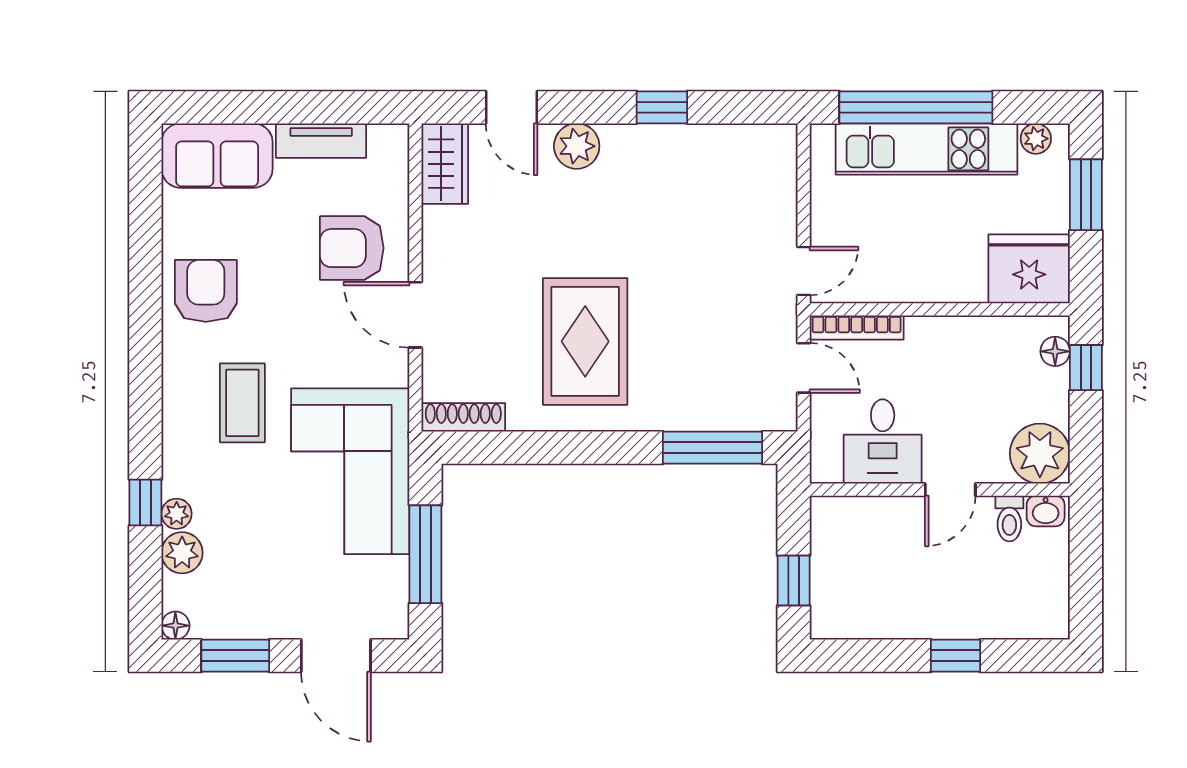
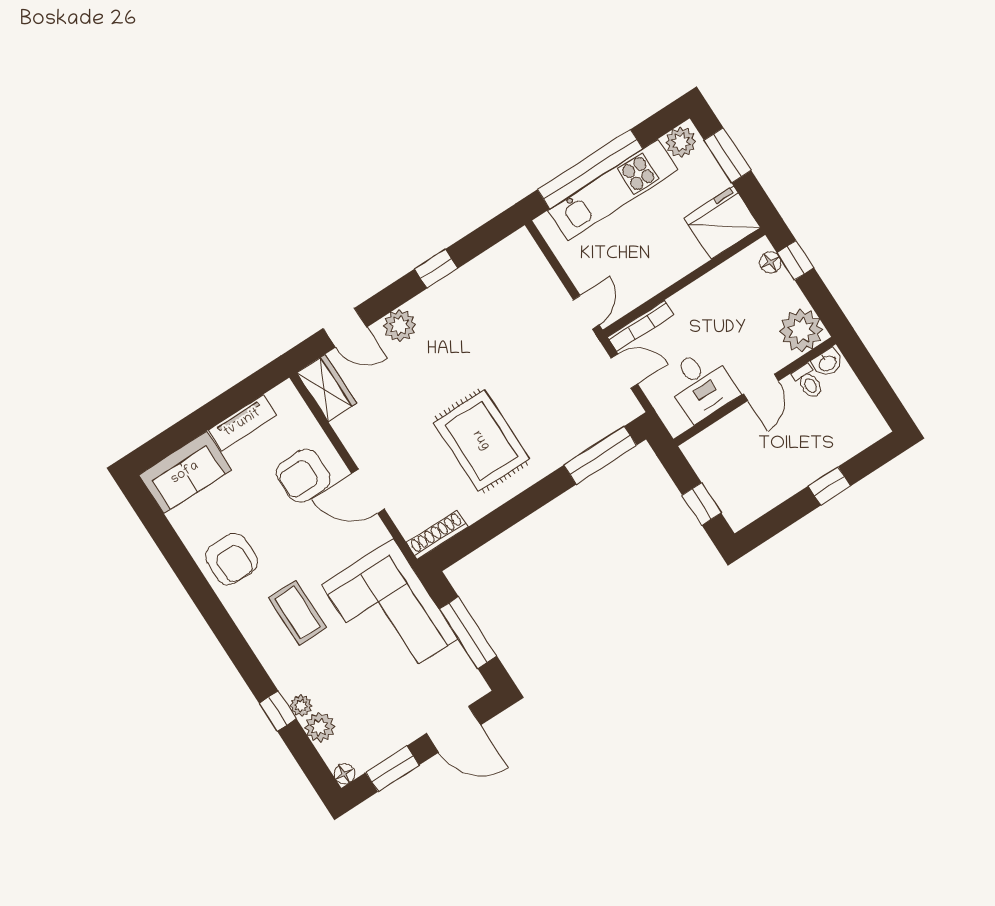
plant: (1036, 139) -> (681, 142), width x1.38, depth x1.38
armchair: (206, 291) -> (231, 559), turned 180

